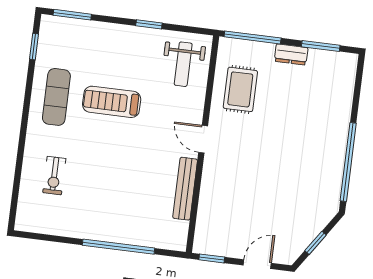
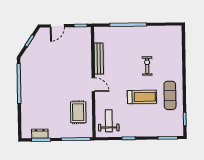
dresser: (291, 54) -> (40, 134), moved
exercise bike: (54, 176) -> (147, 66), moved

